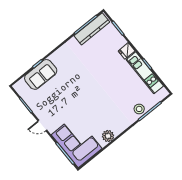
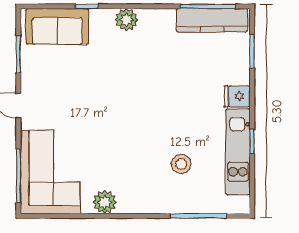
plant: (58, 56) -> (127, 20), added
sofa: (41, 74) -> (57, 26), moved
stool: (139, 109) -> (181, 164), moved

